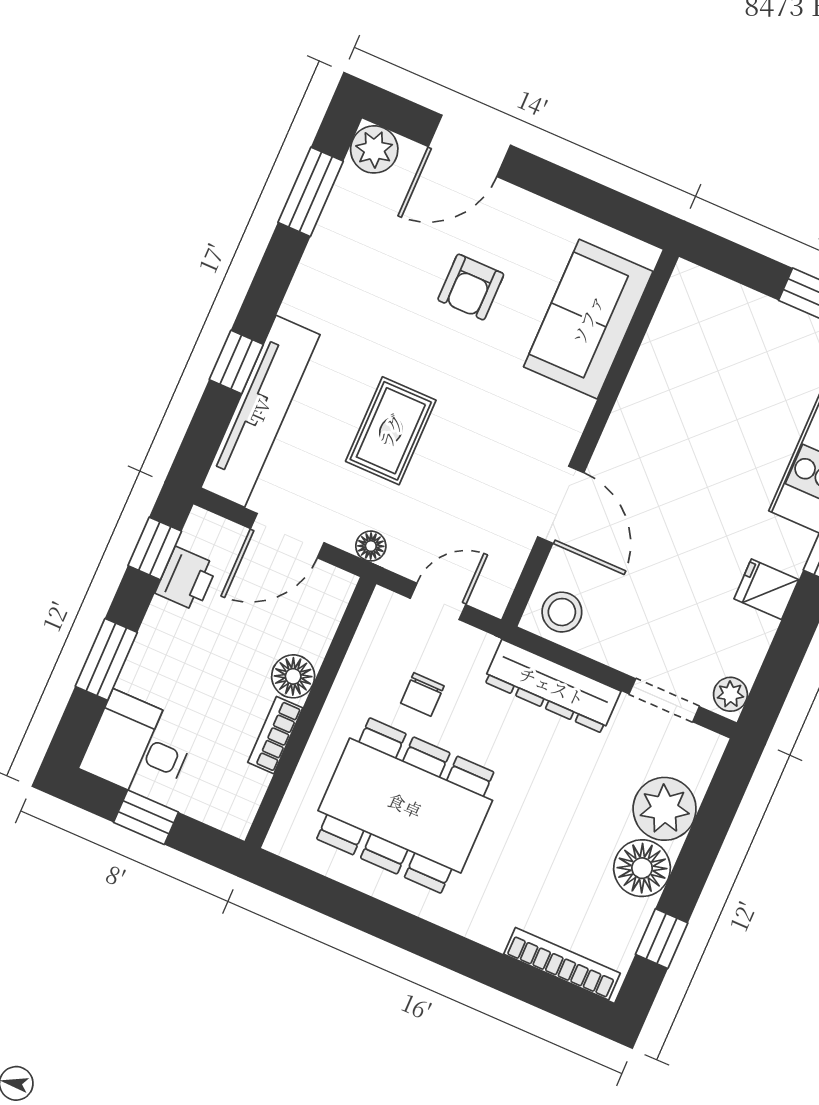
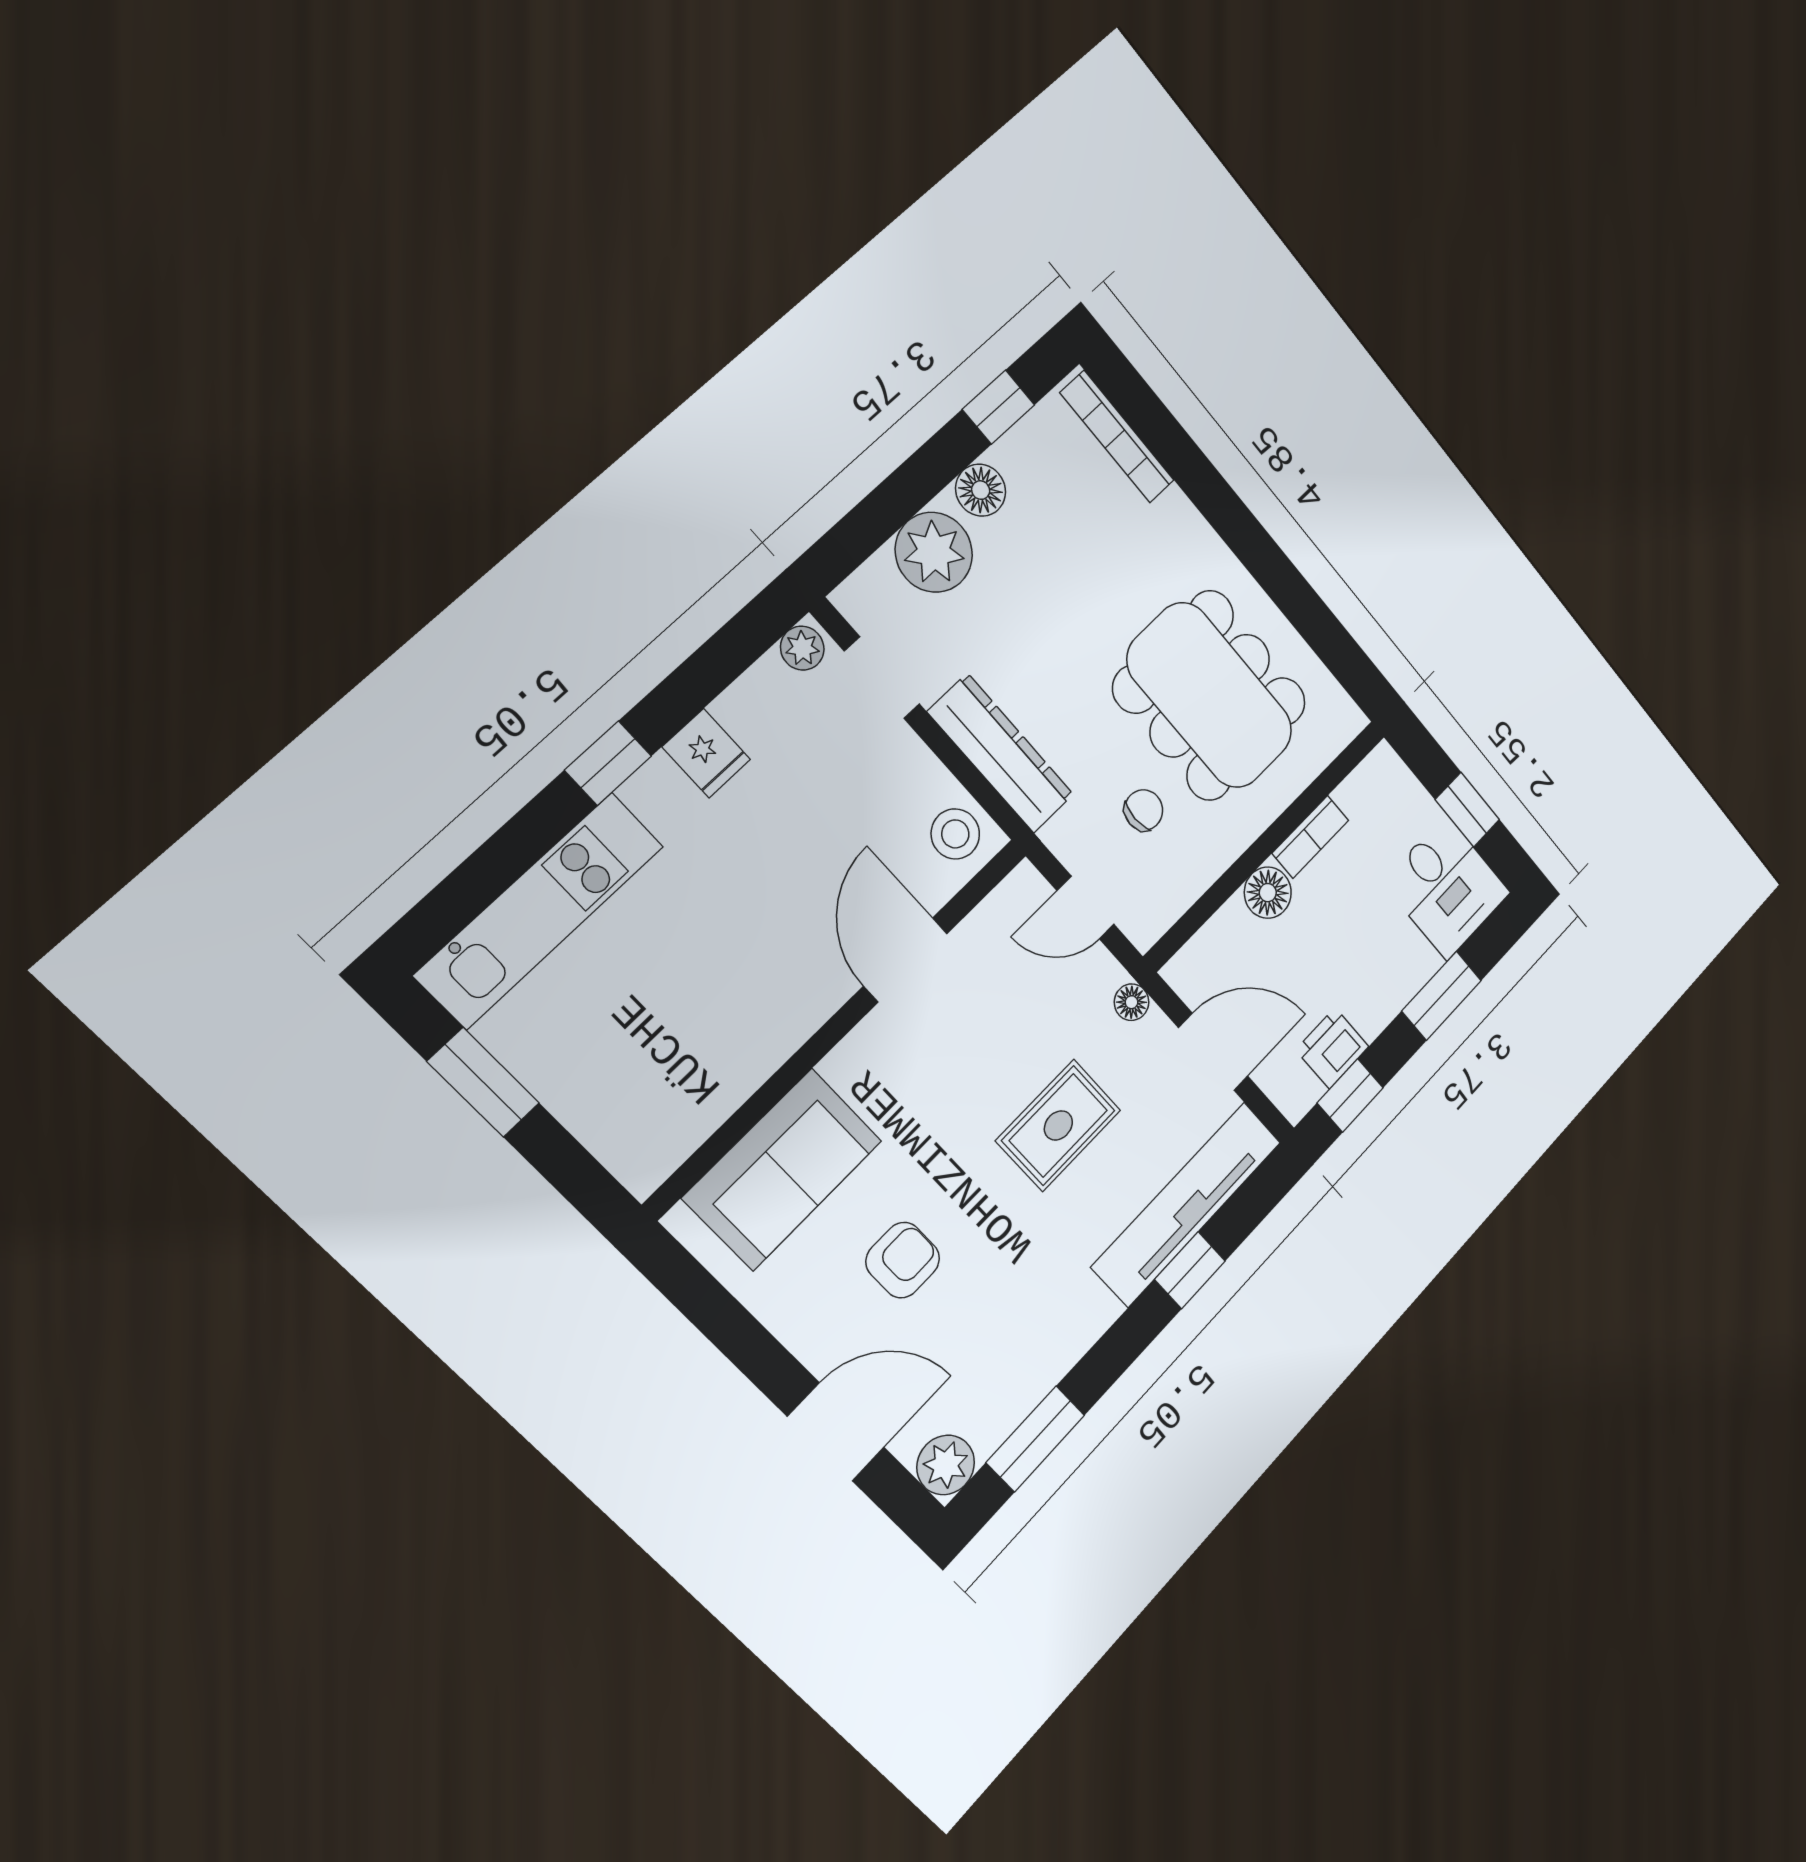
floor lamp: (642, 868) -> (981, 490), width x0.73, depth x0.73

